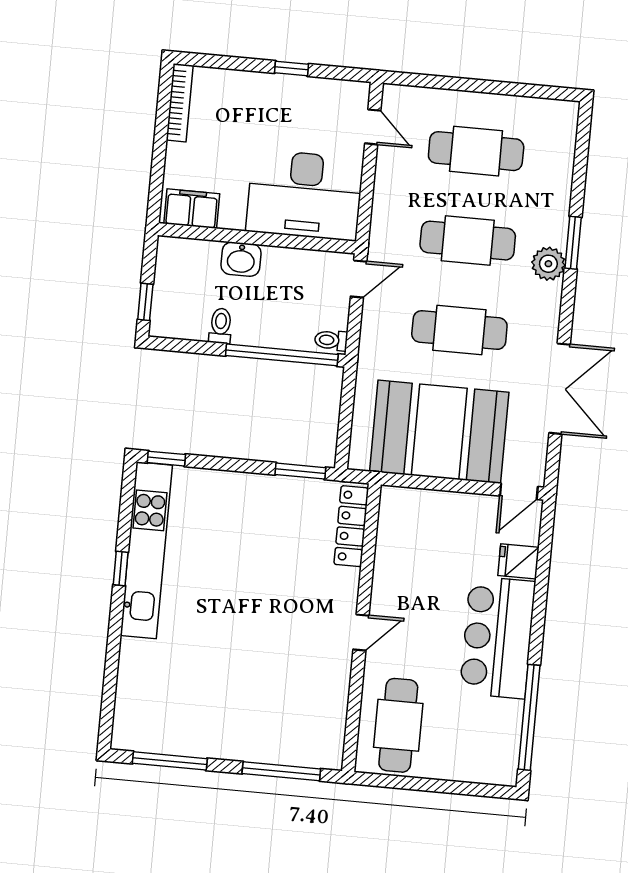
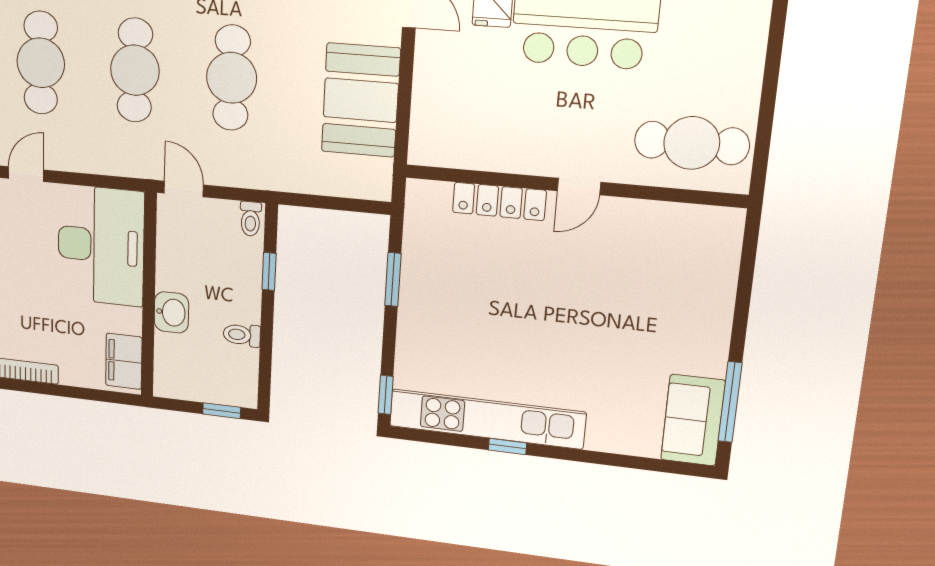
window: (282, 355) -> (269, 271), width x0.32
booth: (439, 432) -> (361, 100), width x0.73, depth x0.70
window: (300, 471) -> (393, 280), moved
locker: (351, 526) -> (499, 201), moved
door: (361, 633) -> (579, 187), swing flipped
sofa: (152, 730) -> (693, 420), added
window: (281, 771) -> (746, 278), removed

